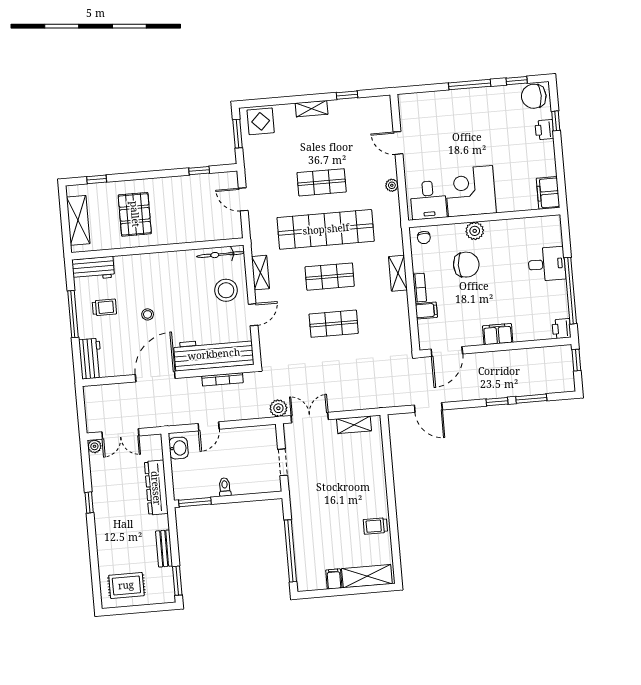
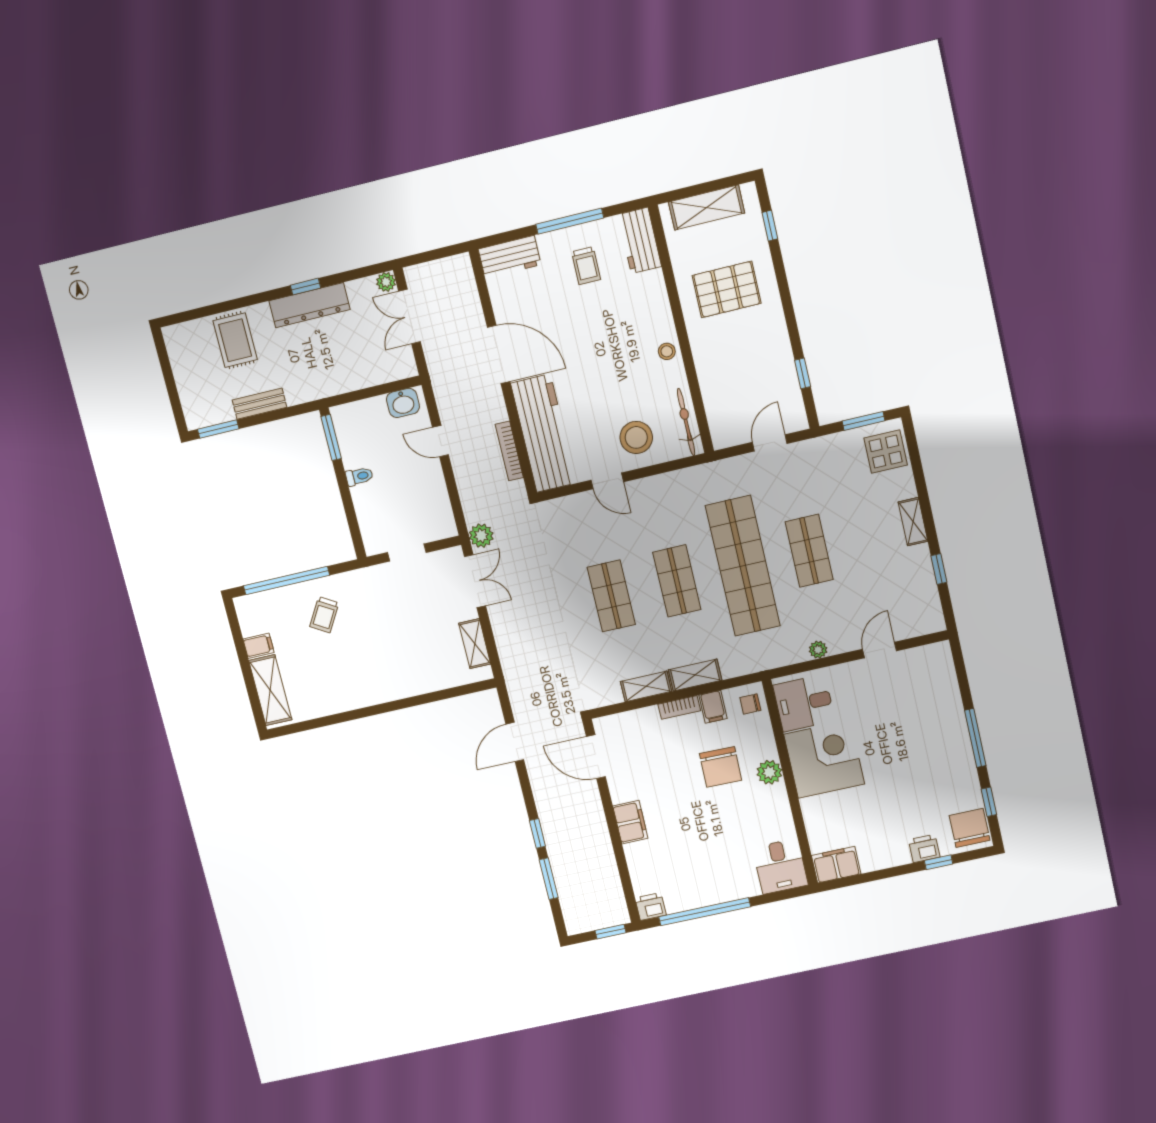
desk: (547, 264) -> (780, 866), moved
shelving: (260, 273) -> (646, 686), moved
filing cabinet: (426, 311) -> (713, 707), moved
stool: (148, 314) -> (667, 351), moved
dresser: (156, 488) -> (310, 305), moved, turned 180
trolley: (375, 526) -> (324, 615), moved, turned -149
rug: (126, 585) -> (235, 340), moved

